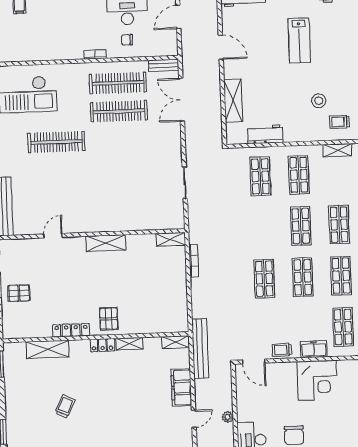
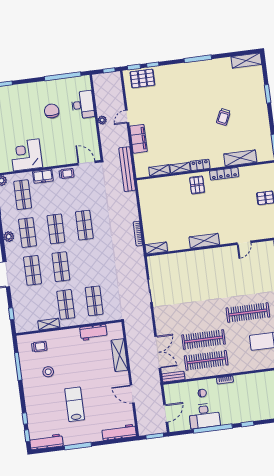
stool: (319, 101) -> (48, 372), moved
shelving: (337, 150) -> (49, 324), moved
shelving: (176, 342) -> (159, 170), moved
corner desk: (317, 380) -> (26, 155), moved

